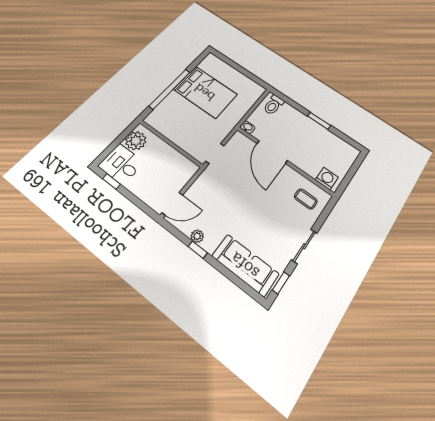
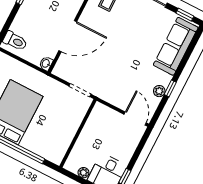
plant: (136, 141) -> (83, 173), width x0.53, depth x0.53

